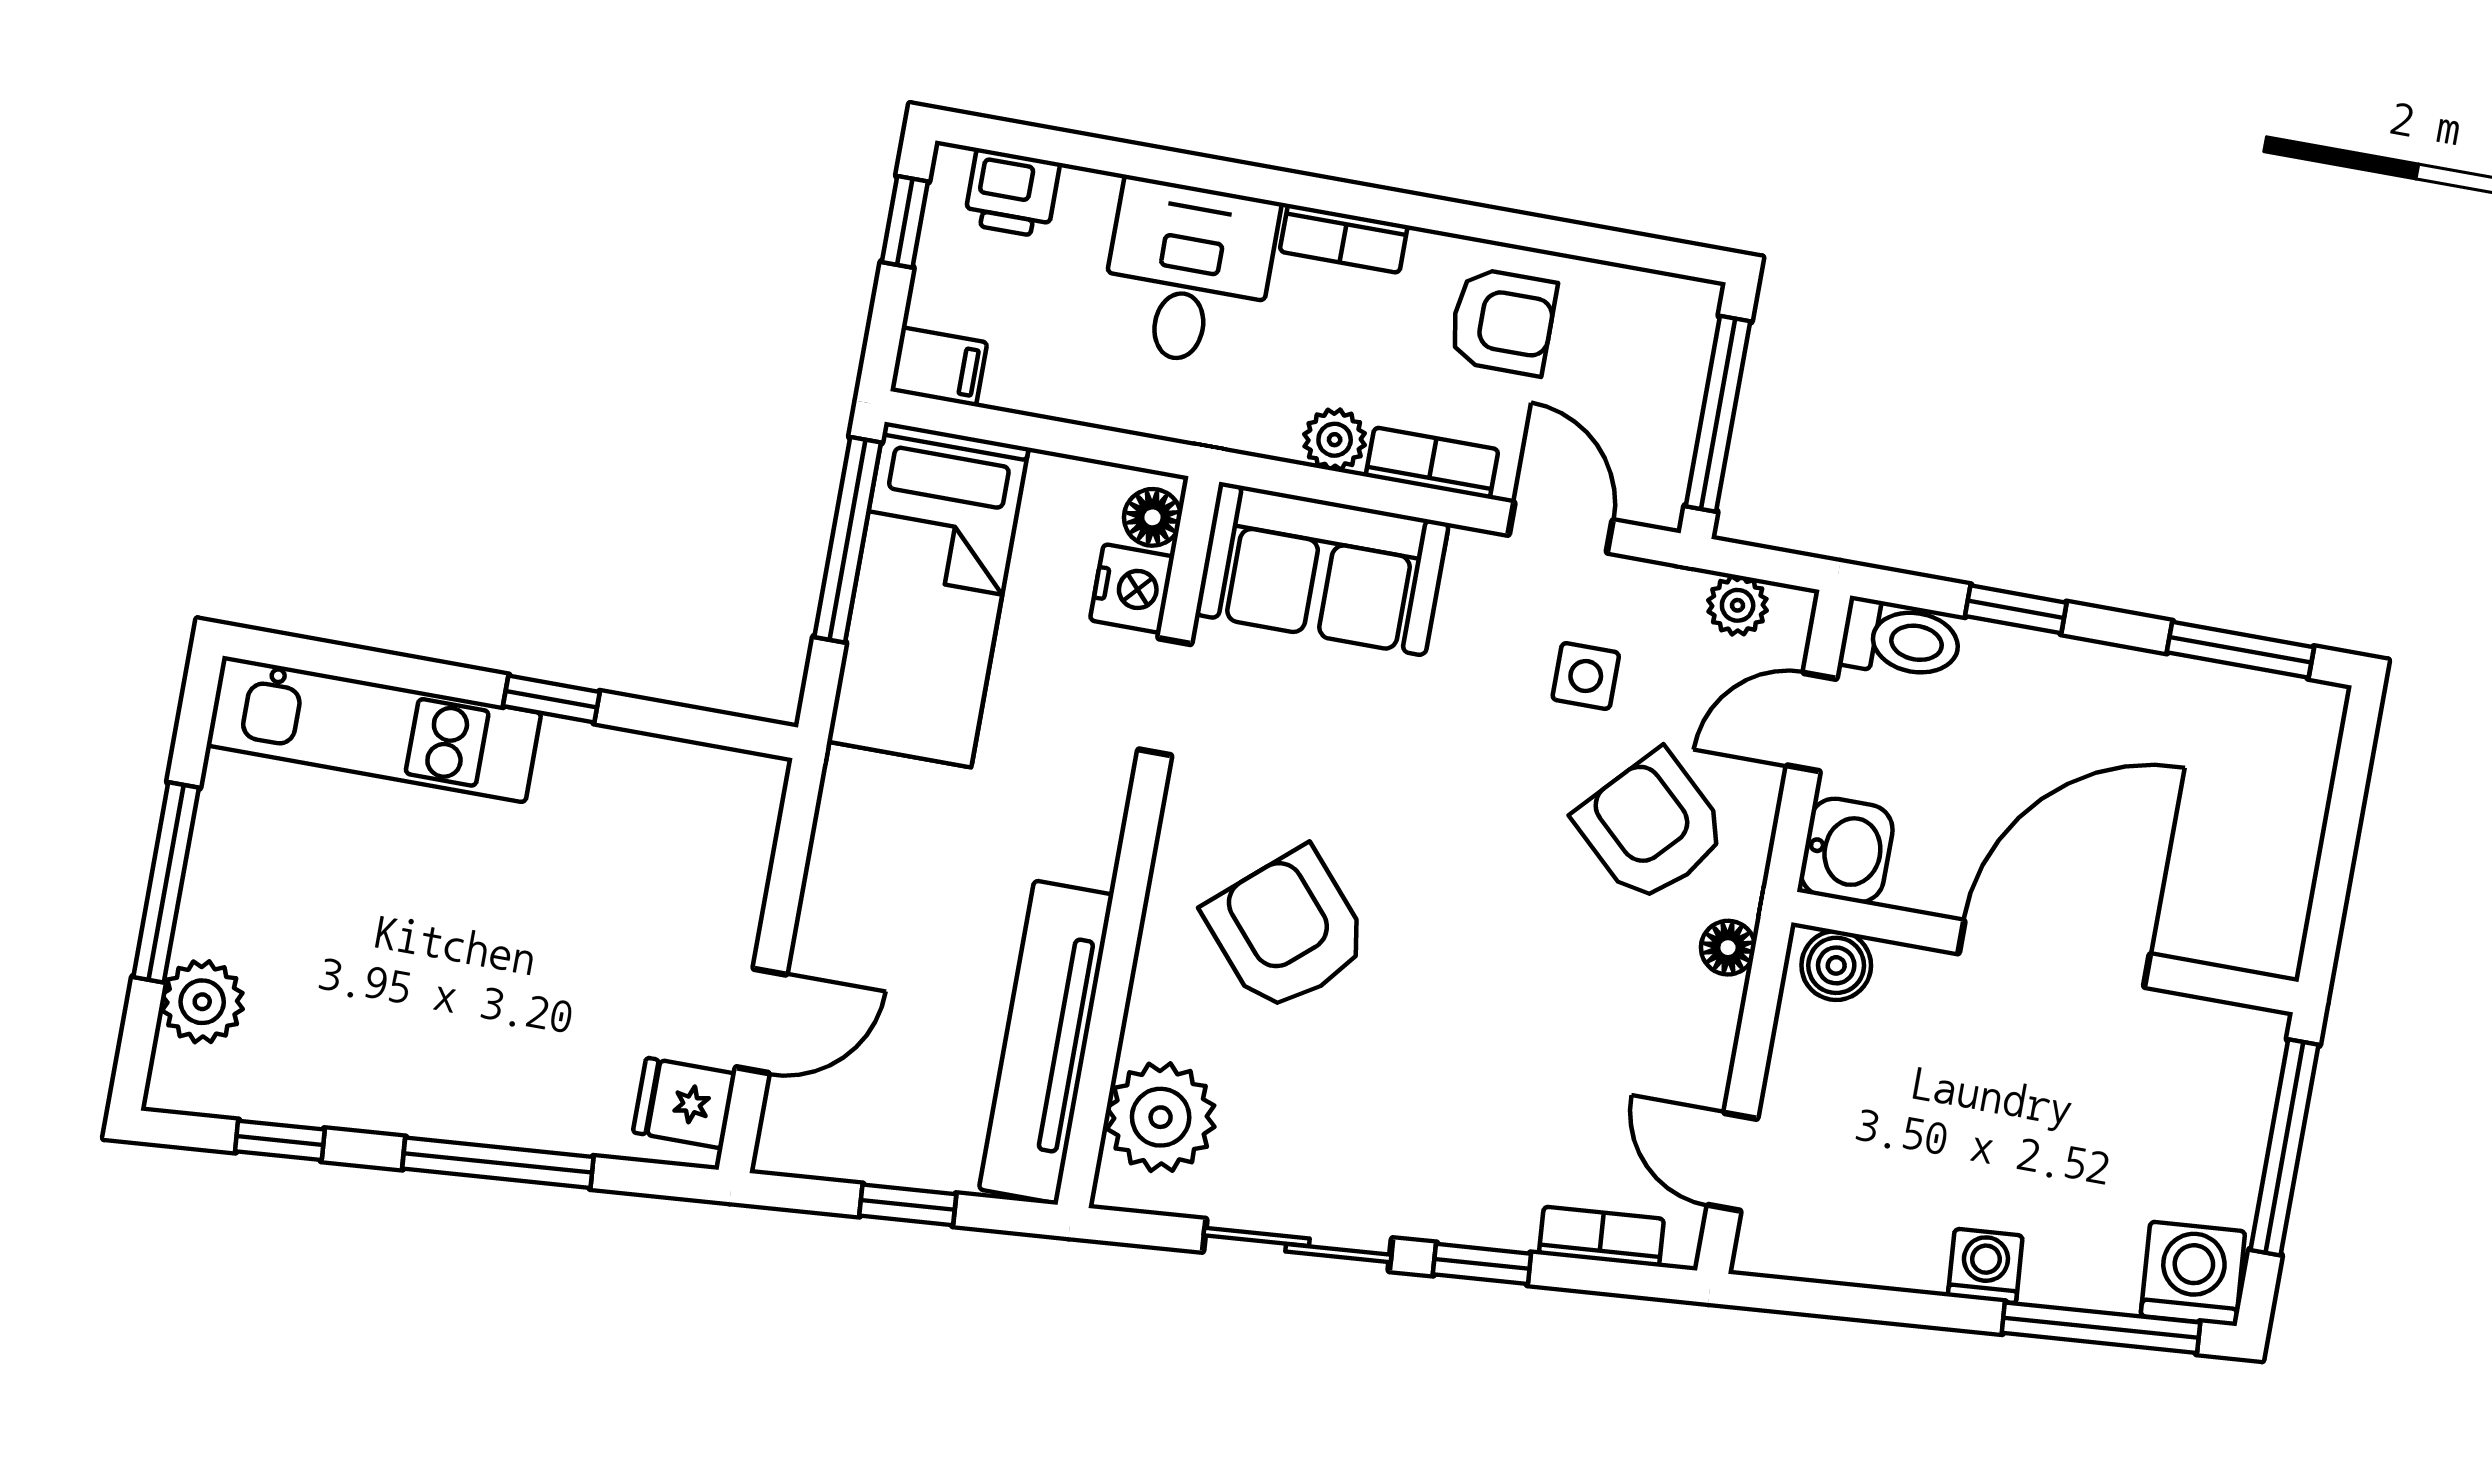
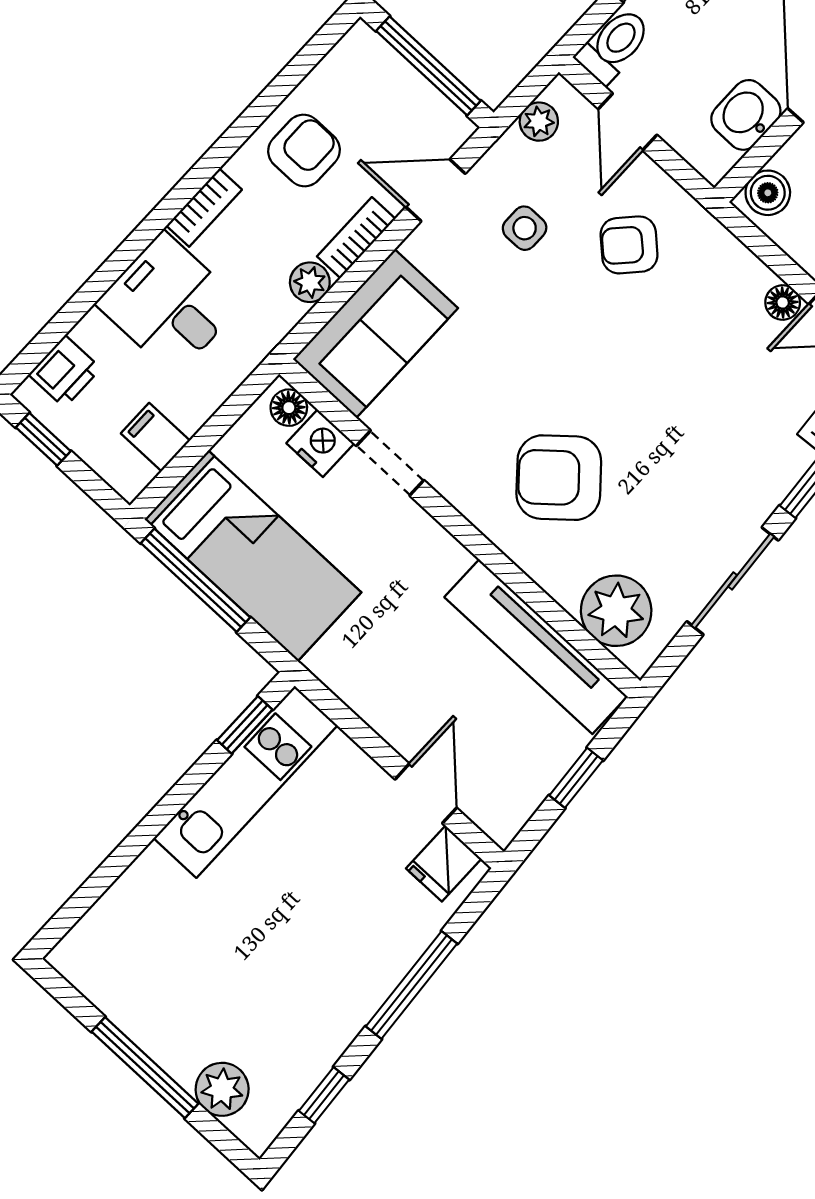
filing cabinet: (939, 367) -> (155, 437), moved, turned -90
window: (551, 699) -> (245, 725), moved
kitchen unit: (374, 729) -> (245, 782), moved
armchair: (1651, 827) -> (629, 245), width x0.72, depth x0.72
washbasin: (1847, 851) -> (746, 115), moved, turned -90
floor lamp: (1728, 948) -> (783, 303), moved

